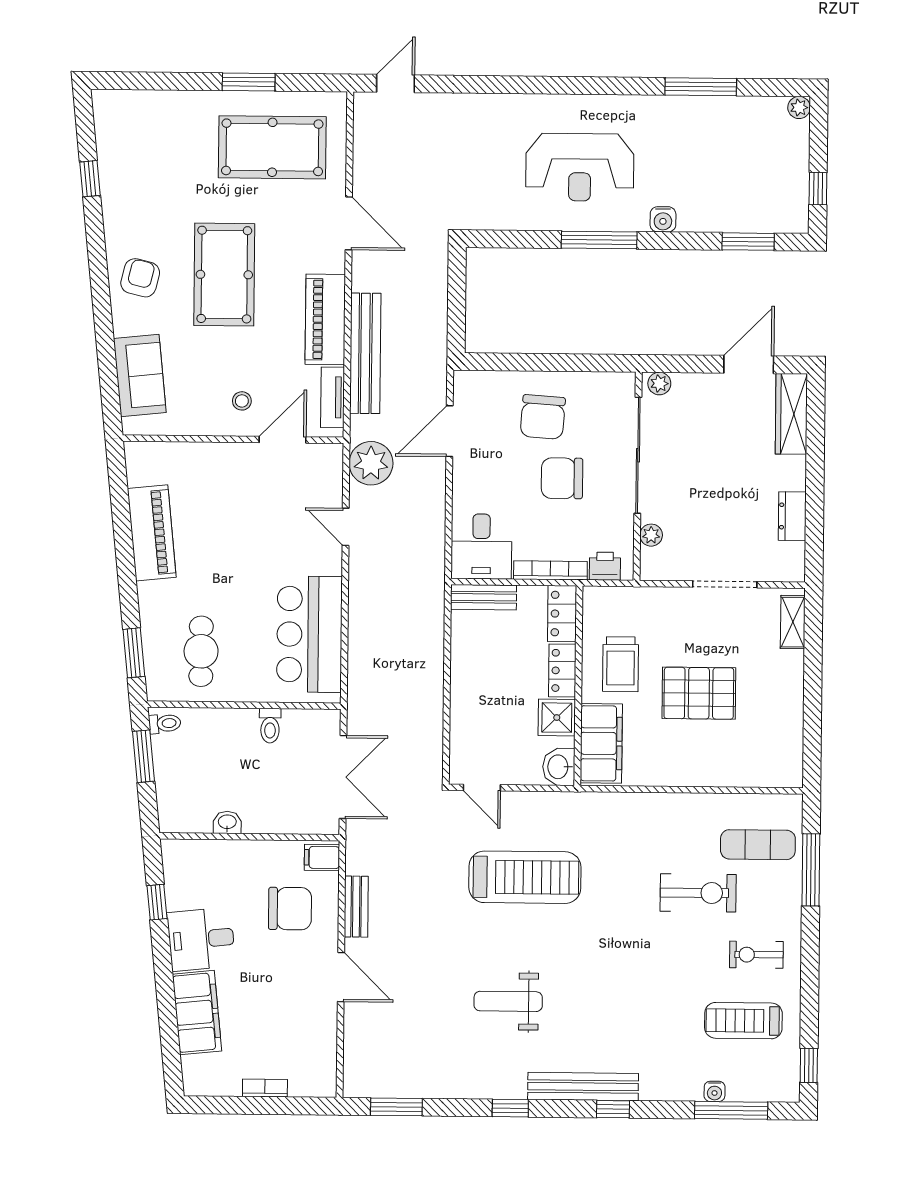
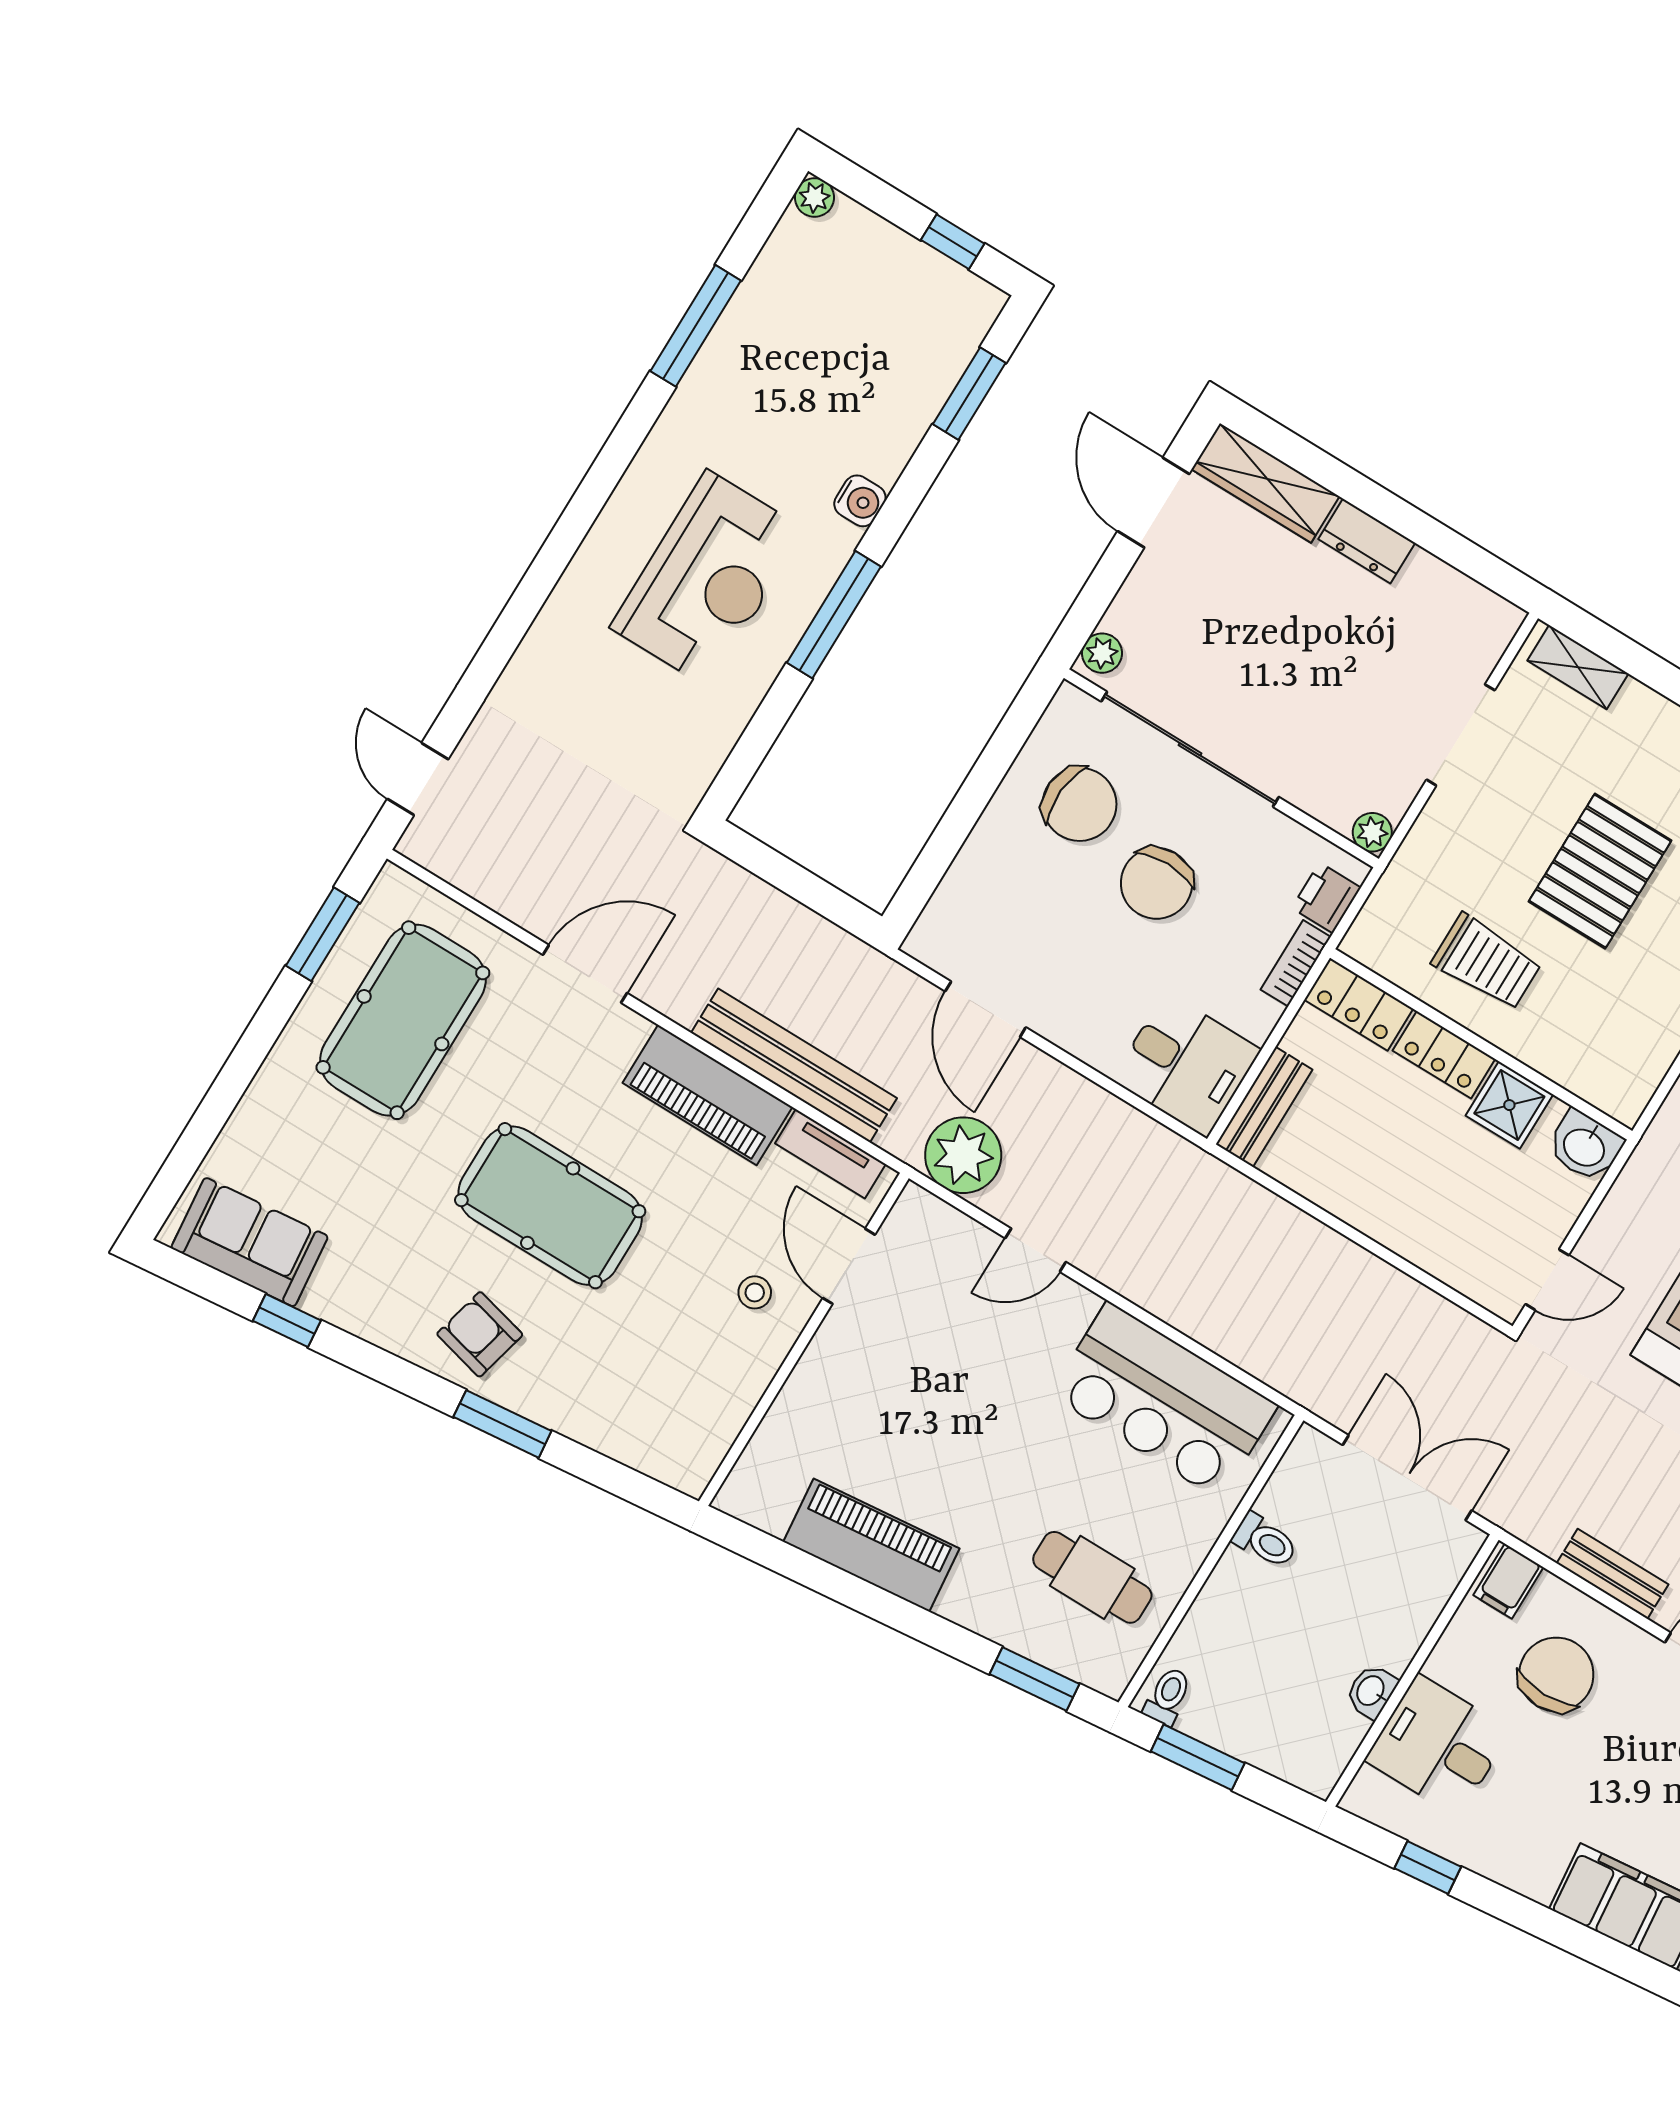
window: (249, 82) -> (323, 934), moved
window: (103, 315) -> (502, 1424), added
sofa: (140, 376) -> (250, 1242), moved
chair: (543, 417) -> (1080, 804), moved
dresser: (792, 516) -> (1367, 541), moved
plant: (651, 535) -> (1372, 832), moved
bookcase: (550, 570) -> (1296, 963), width x0.64
filing cabinet: (601, 743) -> (1588, 1062), removed
desk: (201, 939) -> (1438, 1745), moved, turned 96

